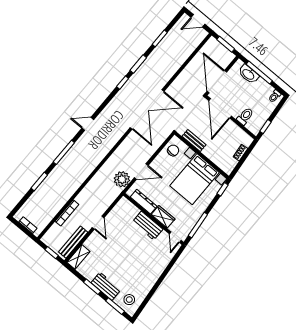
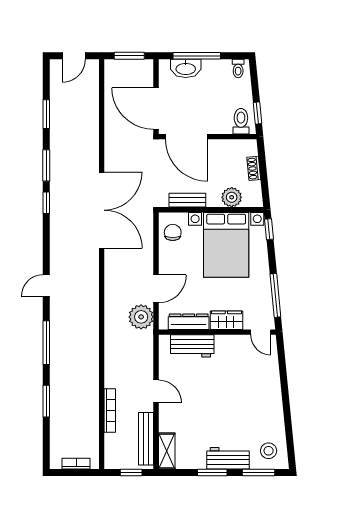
toilet: (245, 116) -> (241, 121), moved
plant: (217, 158) -> (232, 197), added
workbench: (148, 226) -> (192, 346), moved

